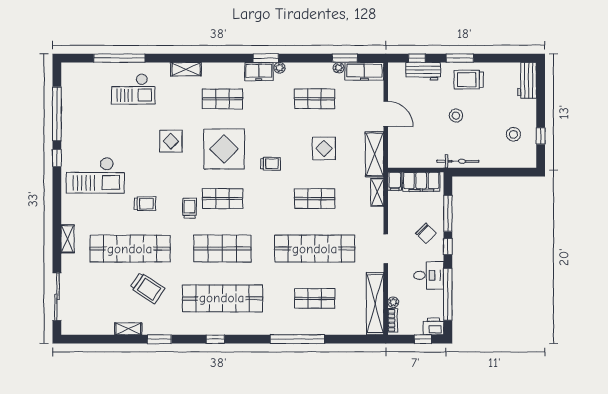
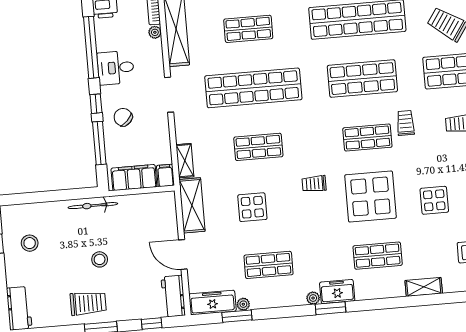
workbench: (423, 71) -> (173, 296), moved, turned -90
trolley: (189, 208) -> (405, 123), turned 180

